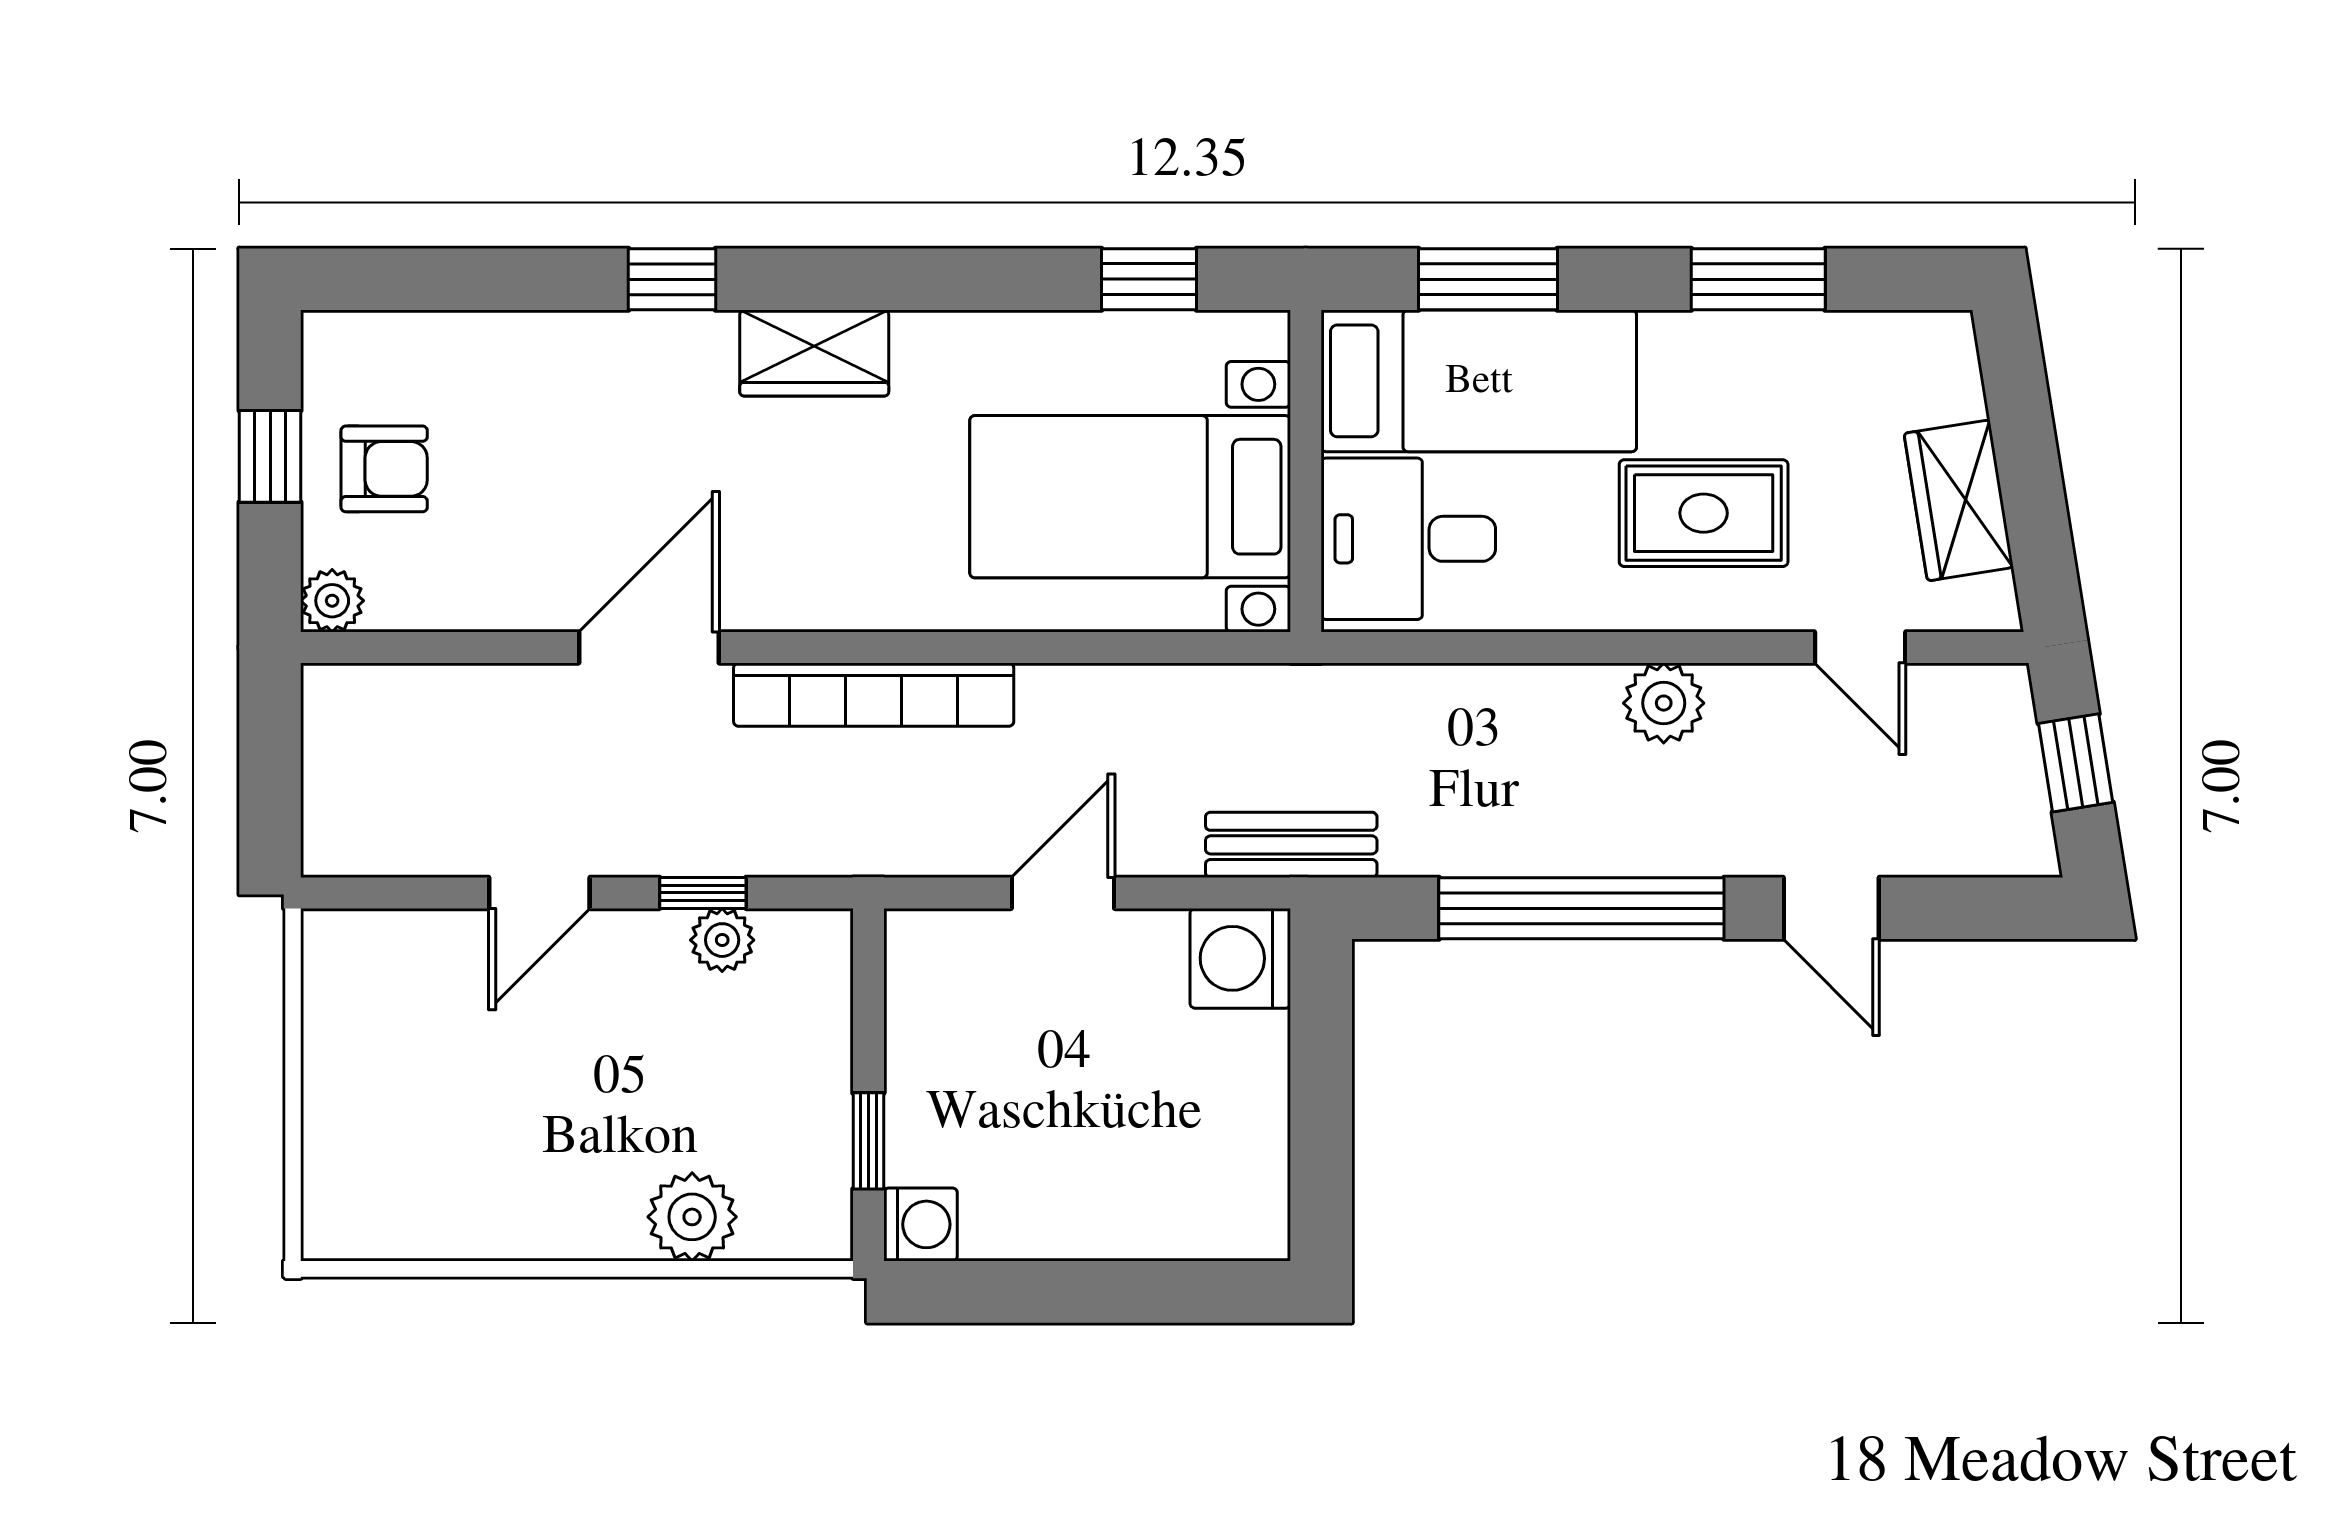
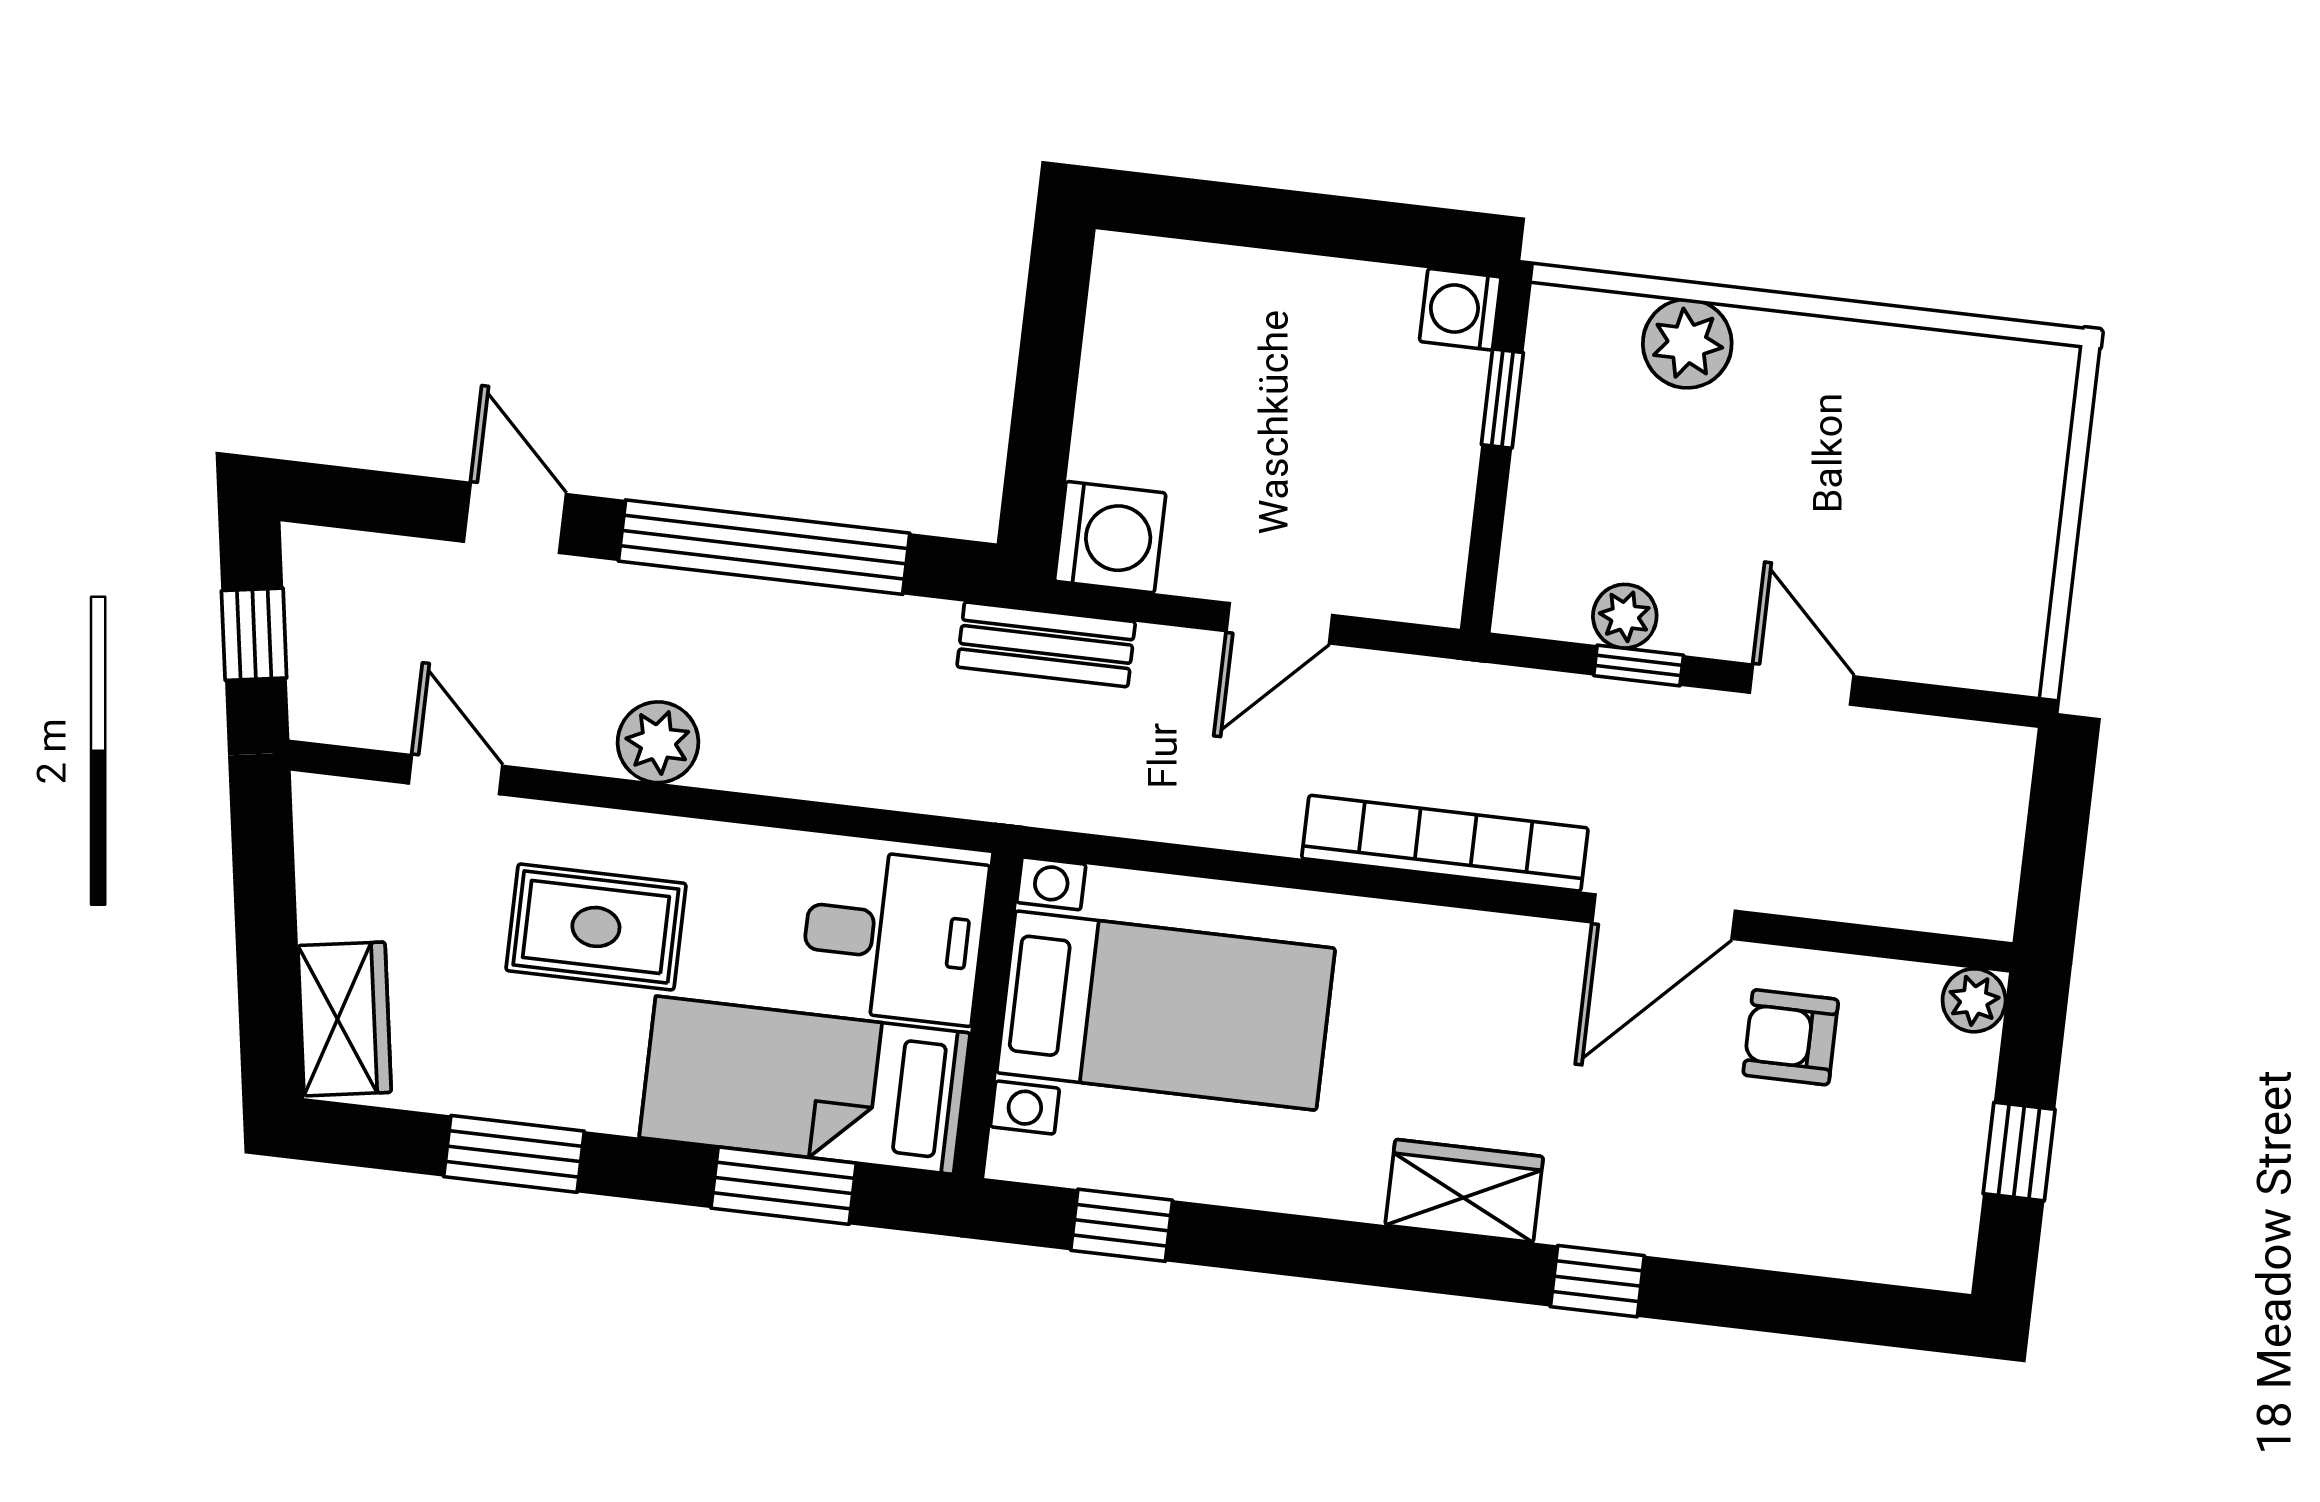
armchair: (384, 469) -> (1791, 1037), moved
wardrobe: (1959, 500) -> (344, 1019), moved
door: (539, 893) -> (1802, 685), hinge flipped

